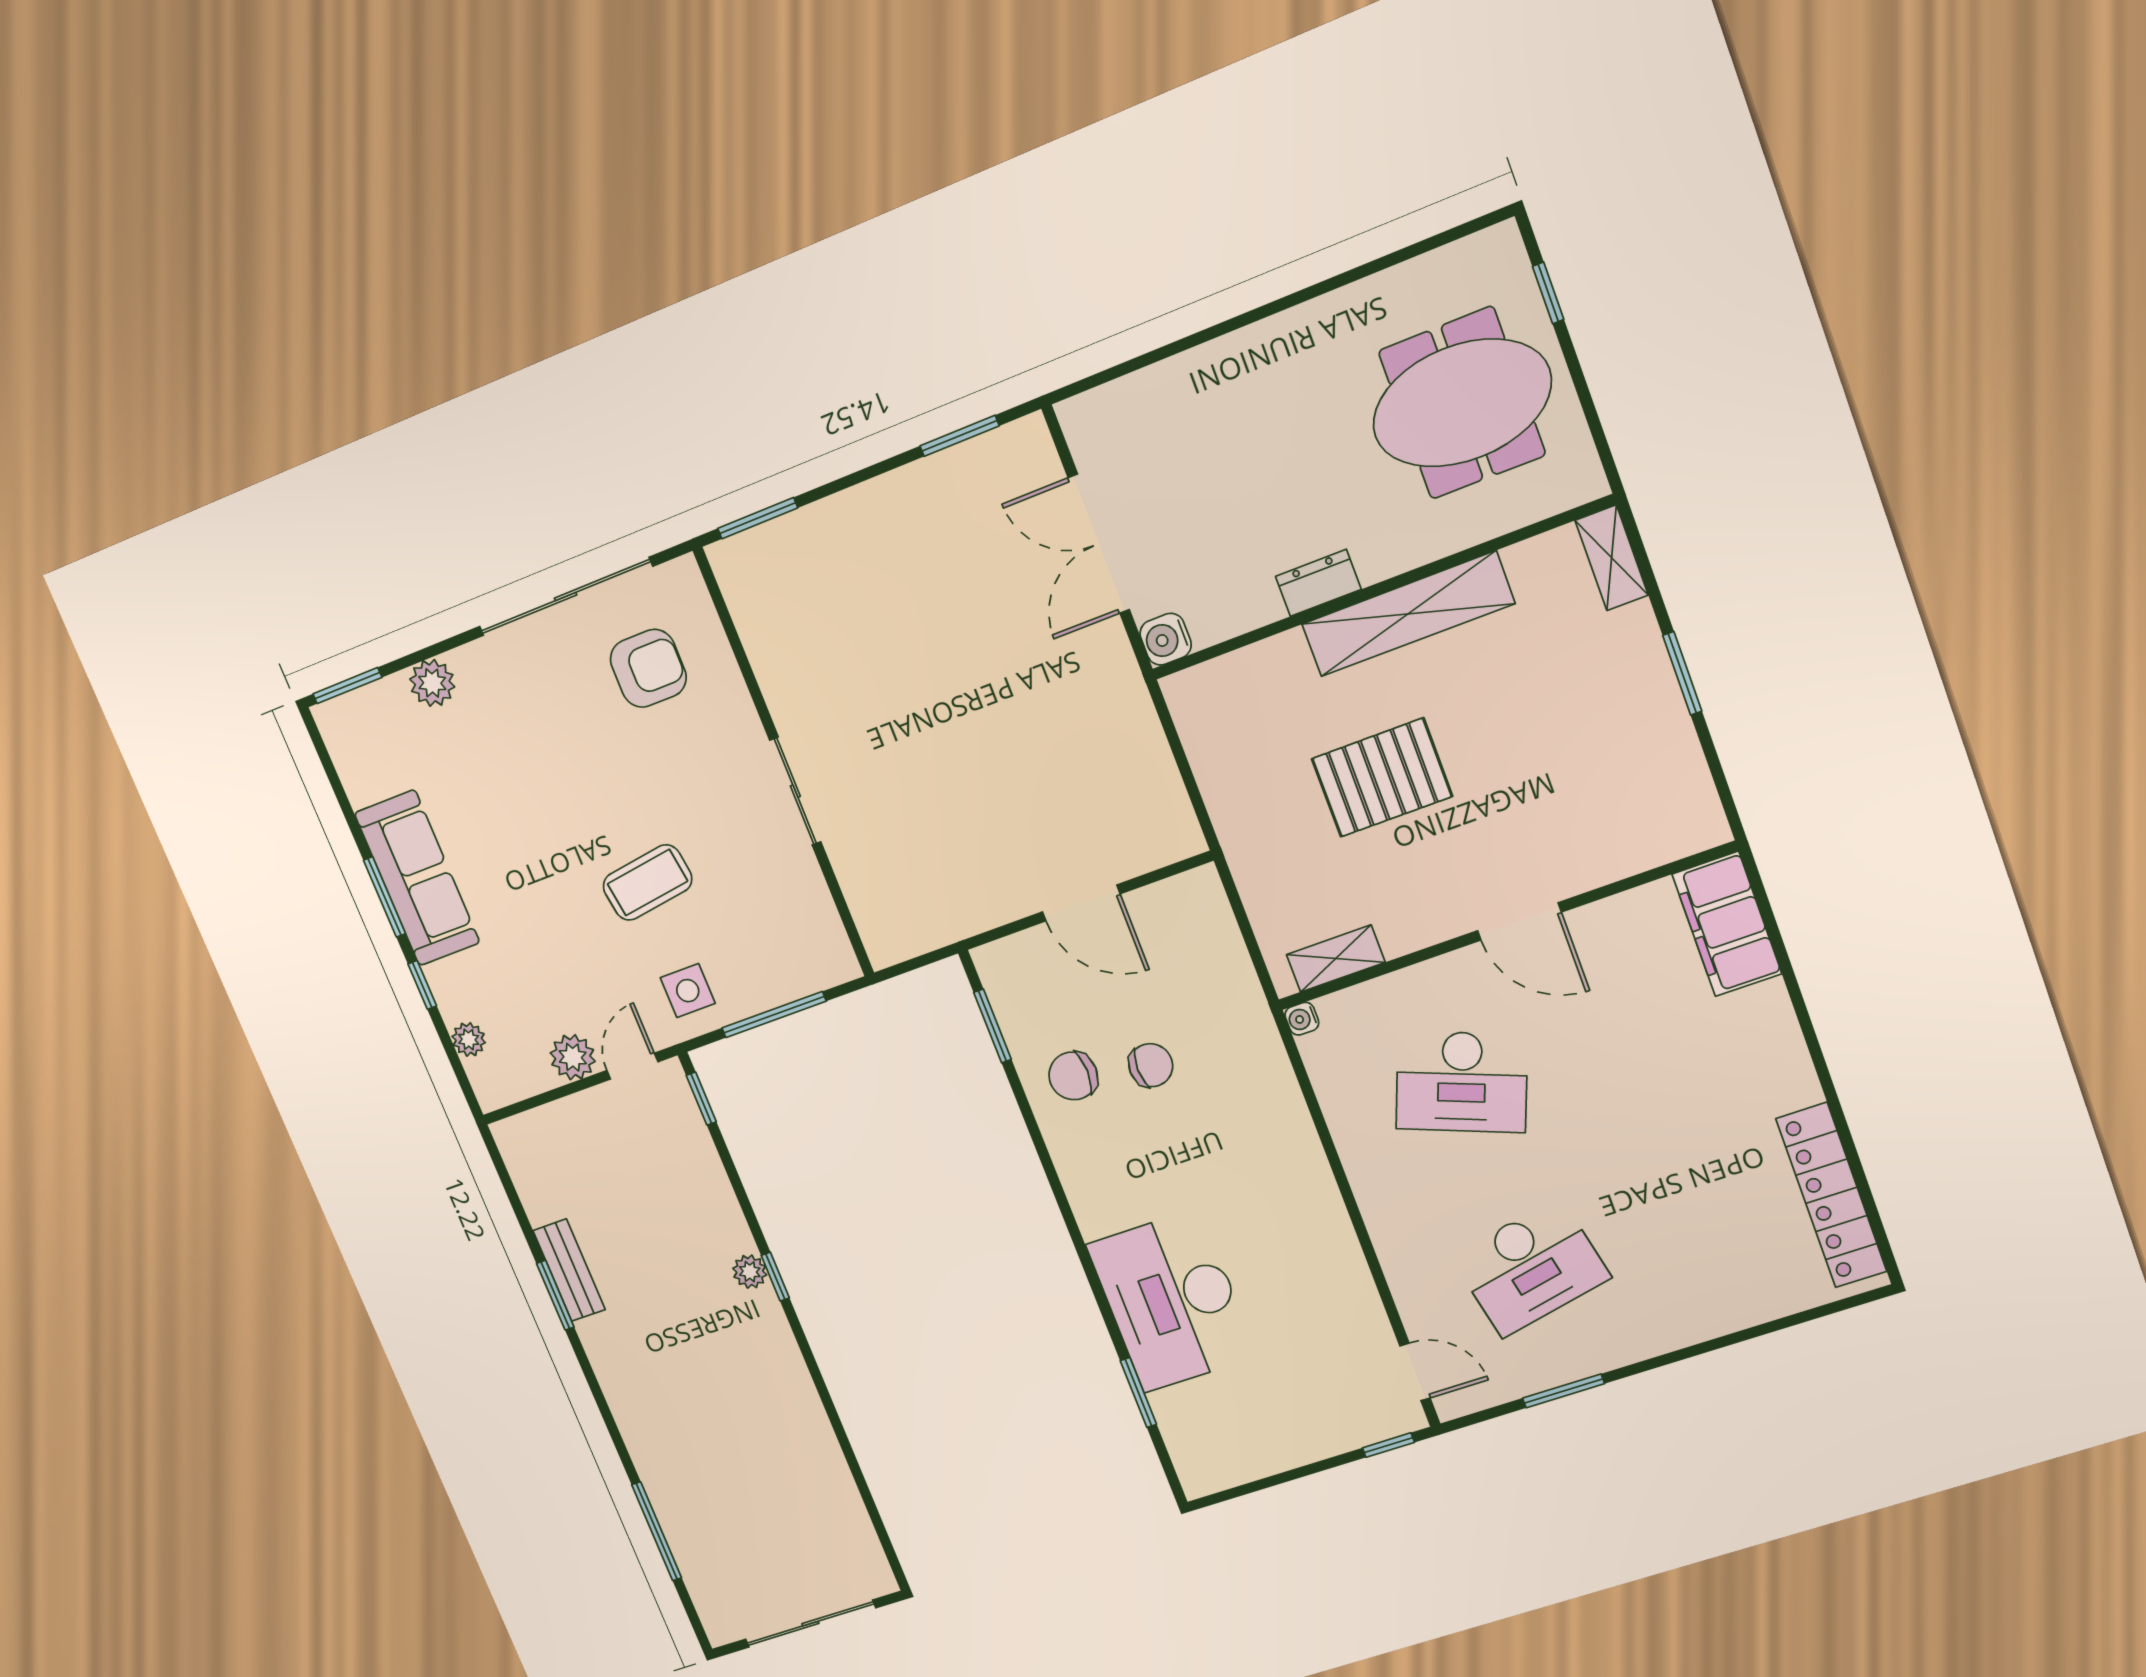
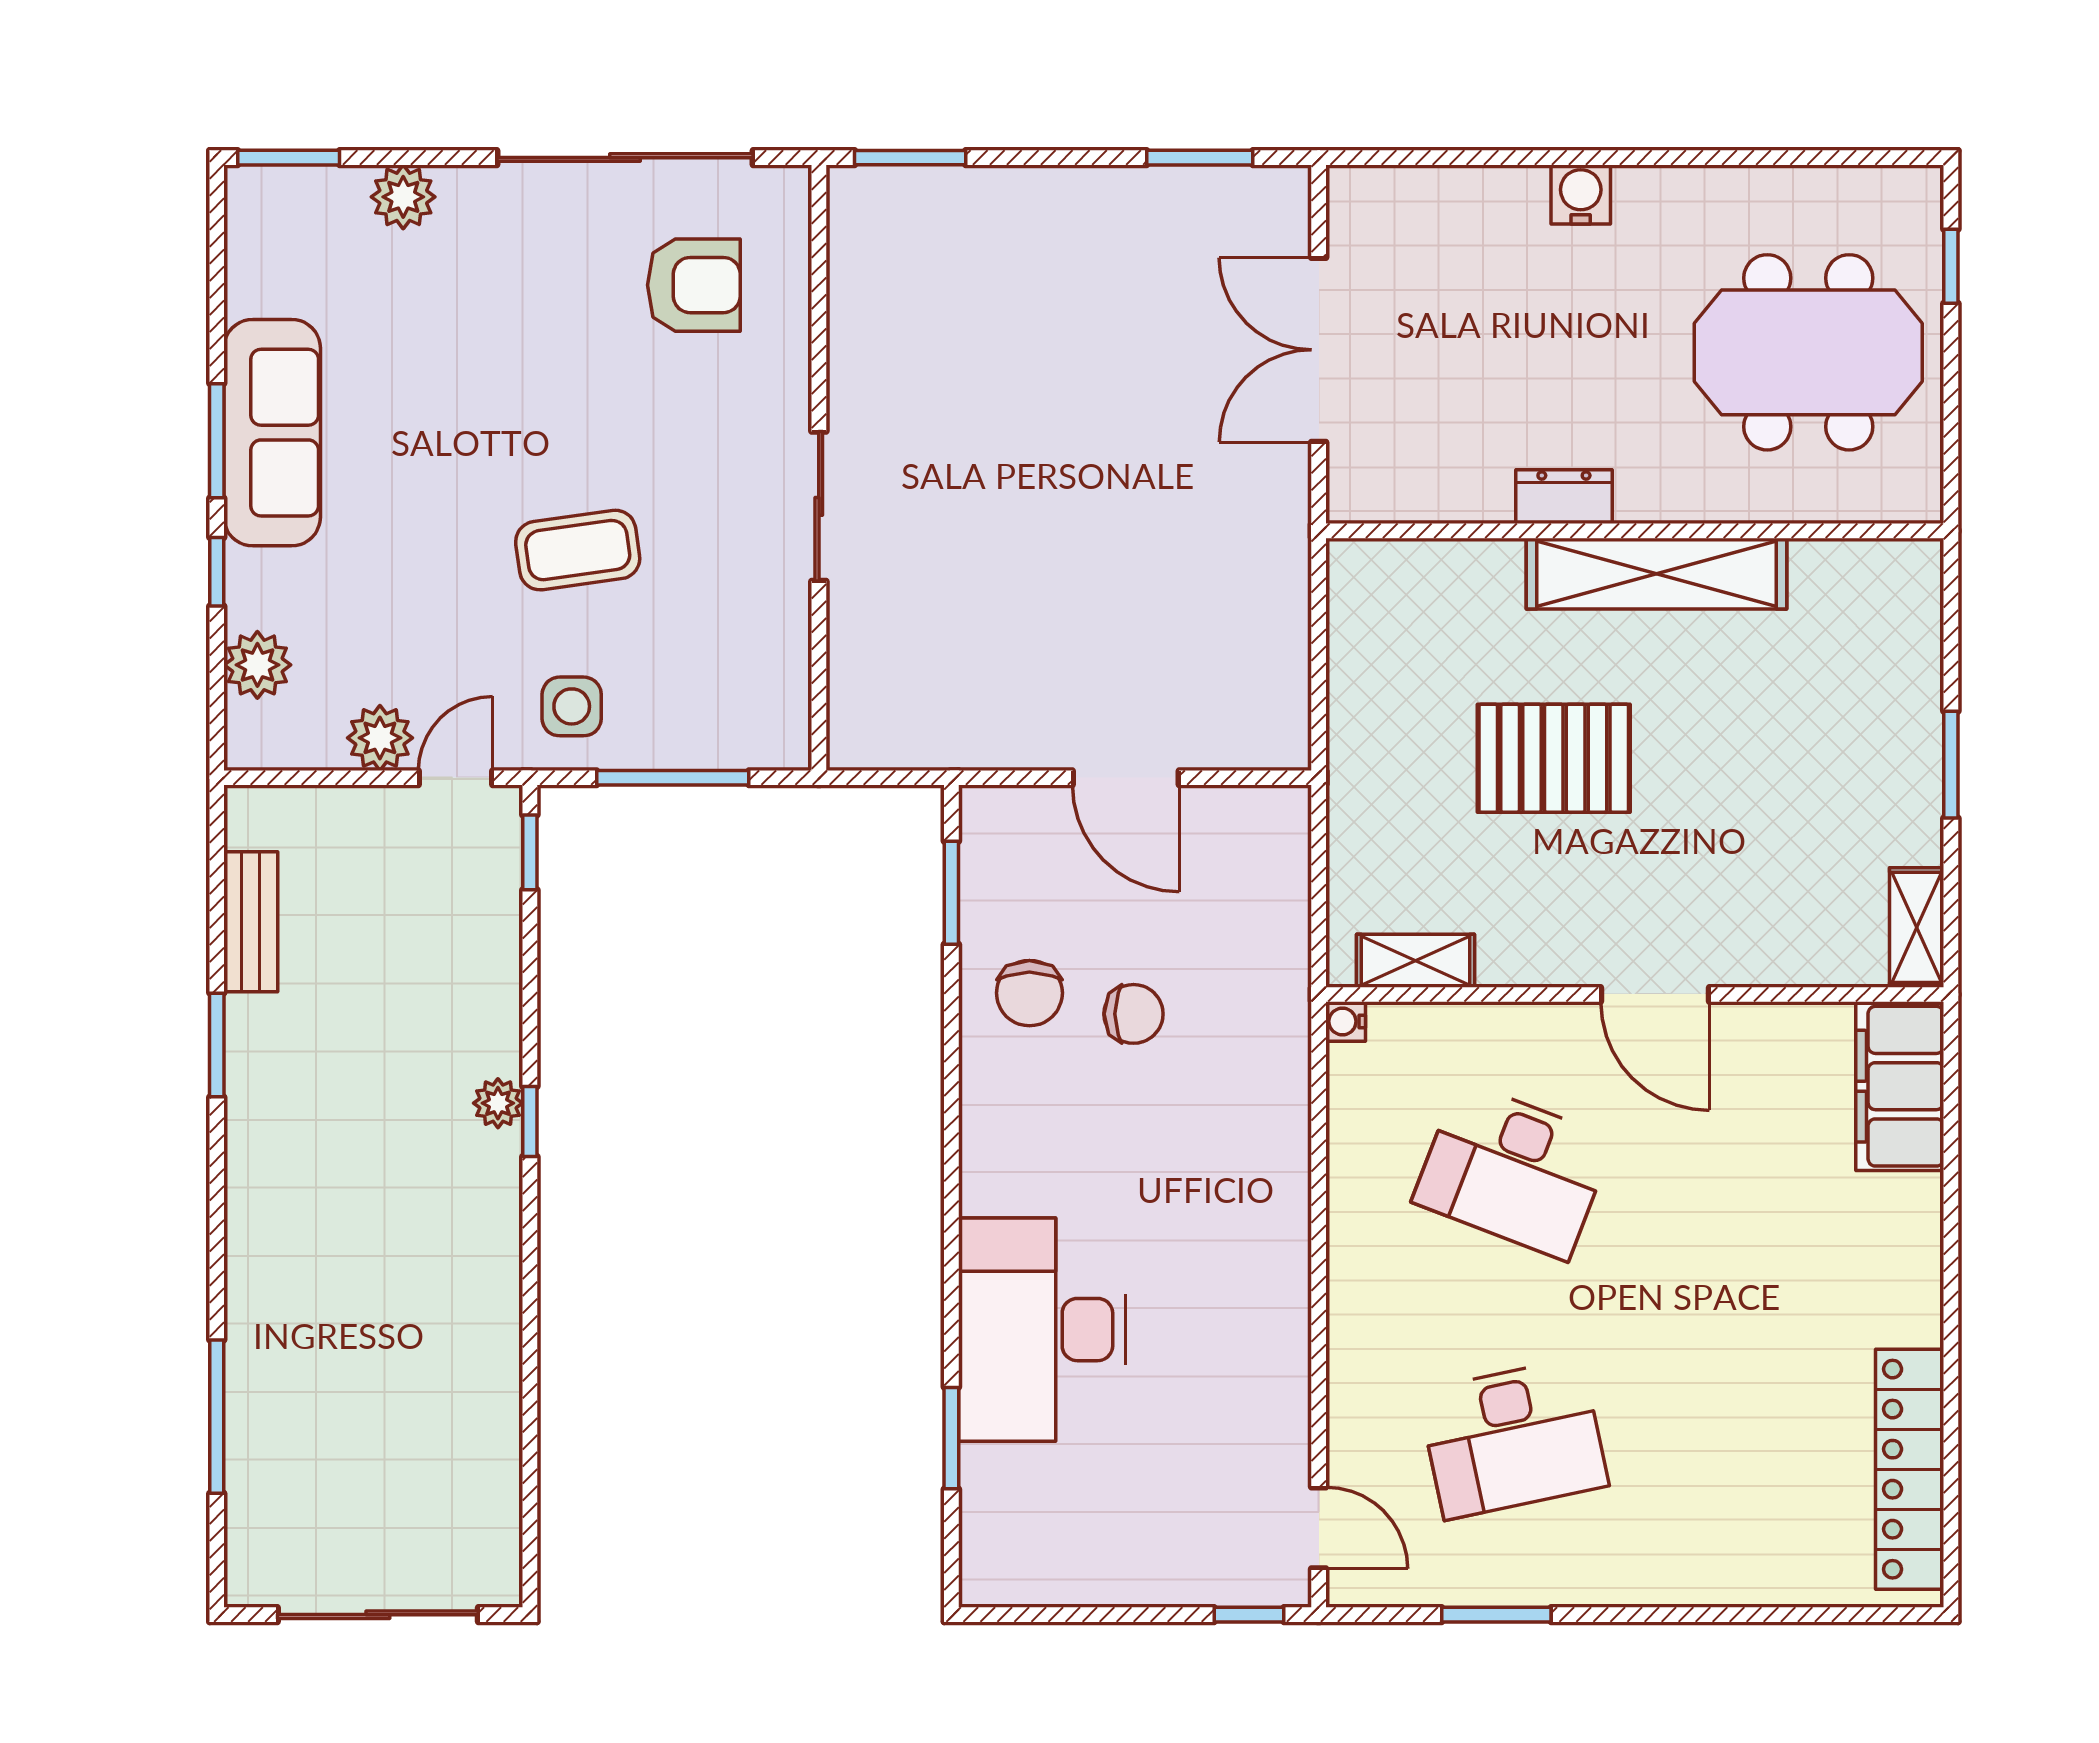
shelving: (1612, 558) -> (1917, 927), moved
water cooler: (1166, 639) -> (1581, 194), moved, turned 90
plant: (469, 1039) -> (257, 665), width x1.38, depth x1.38
chair: (1073, 1076) -> (1029, 993), turned -90
bench: (569, 1270) -> (251, 922), moved

